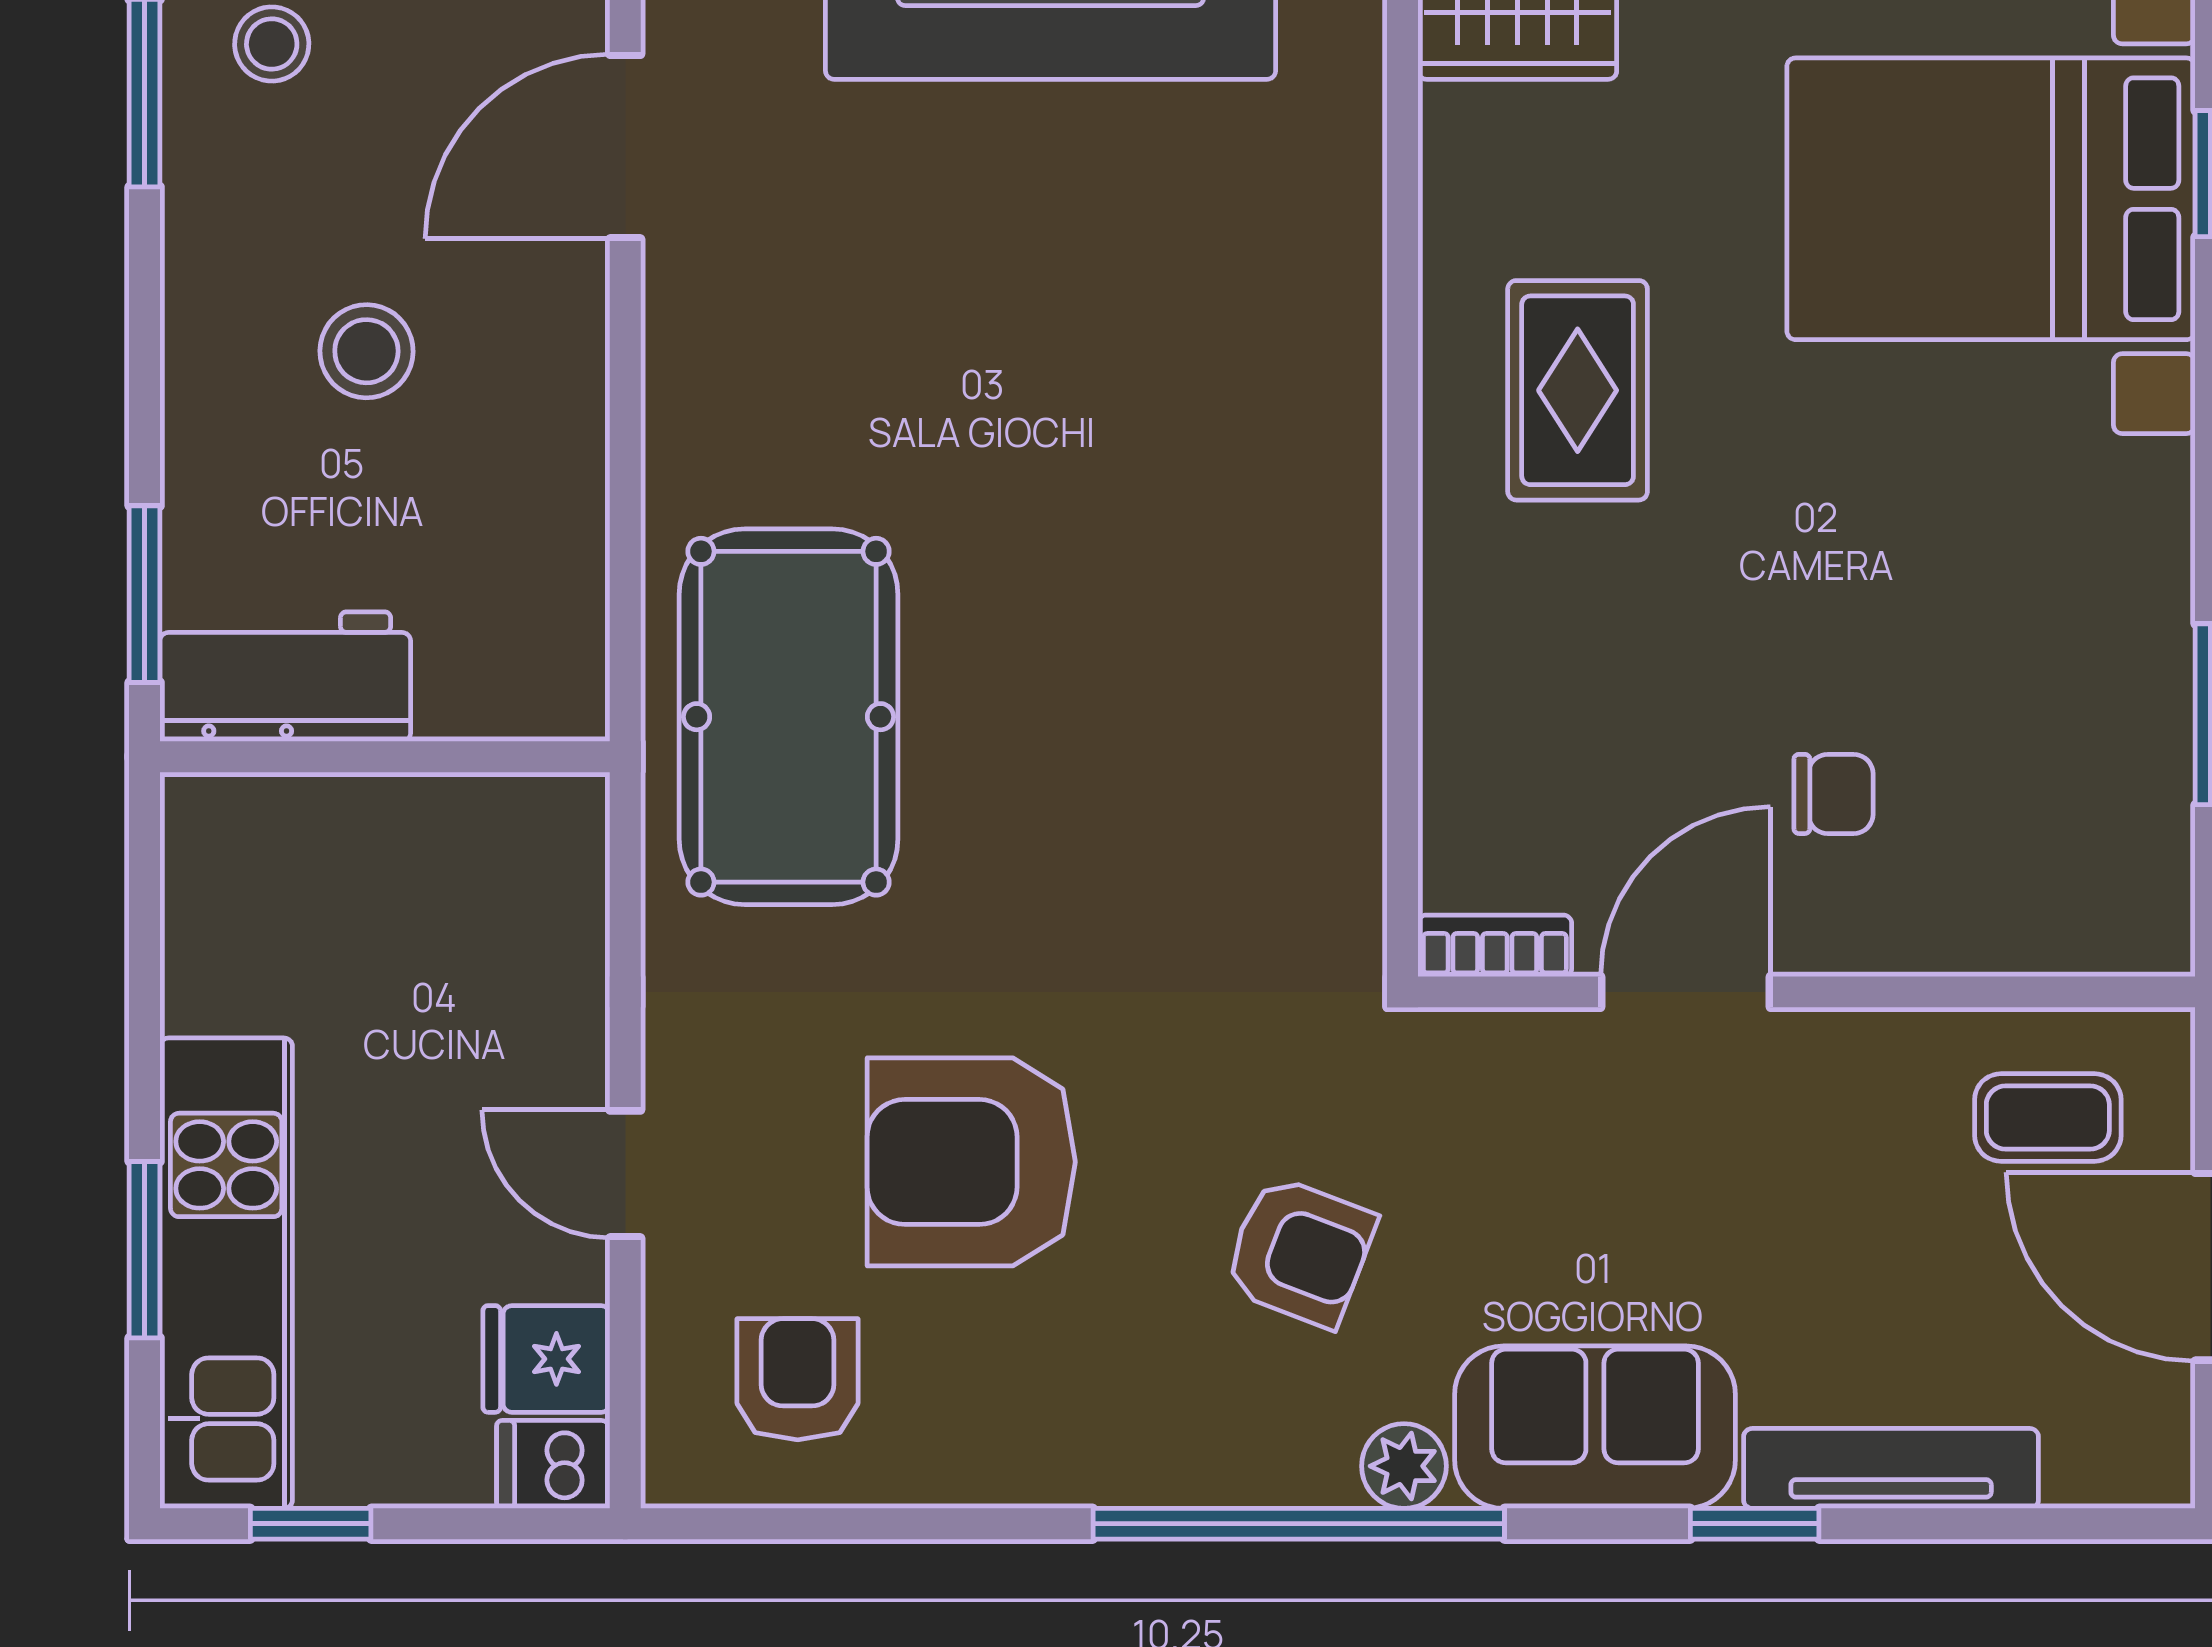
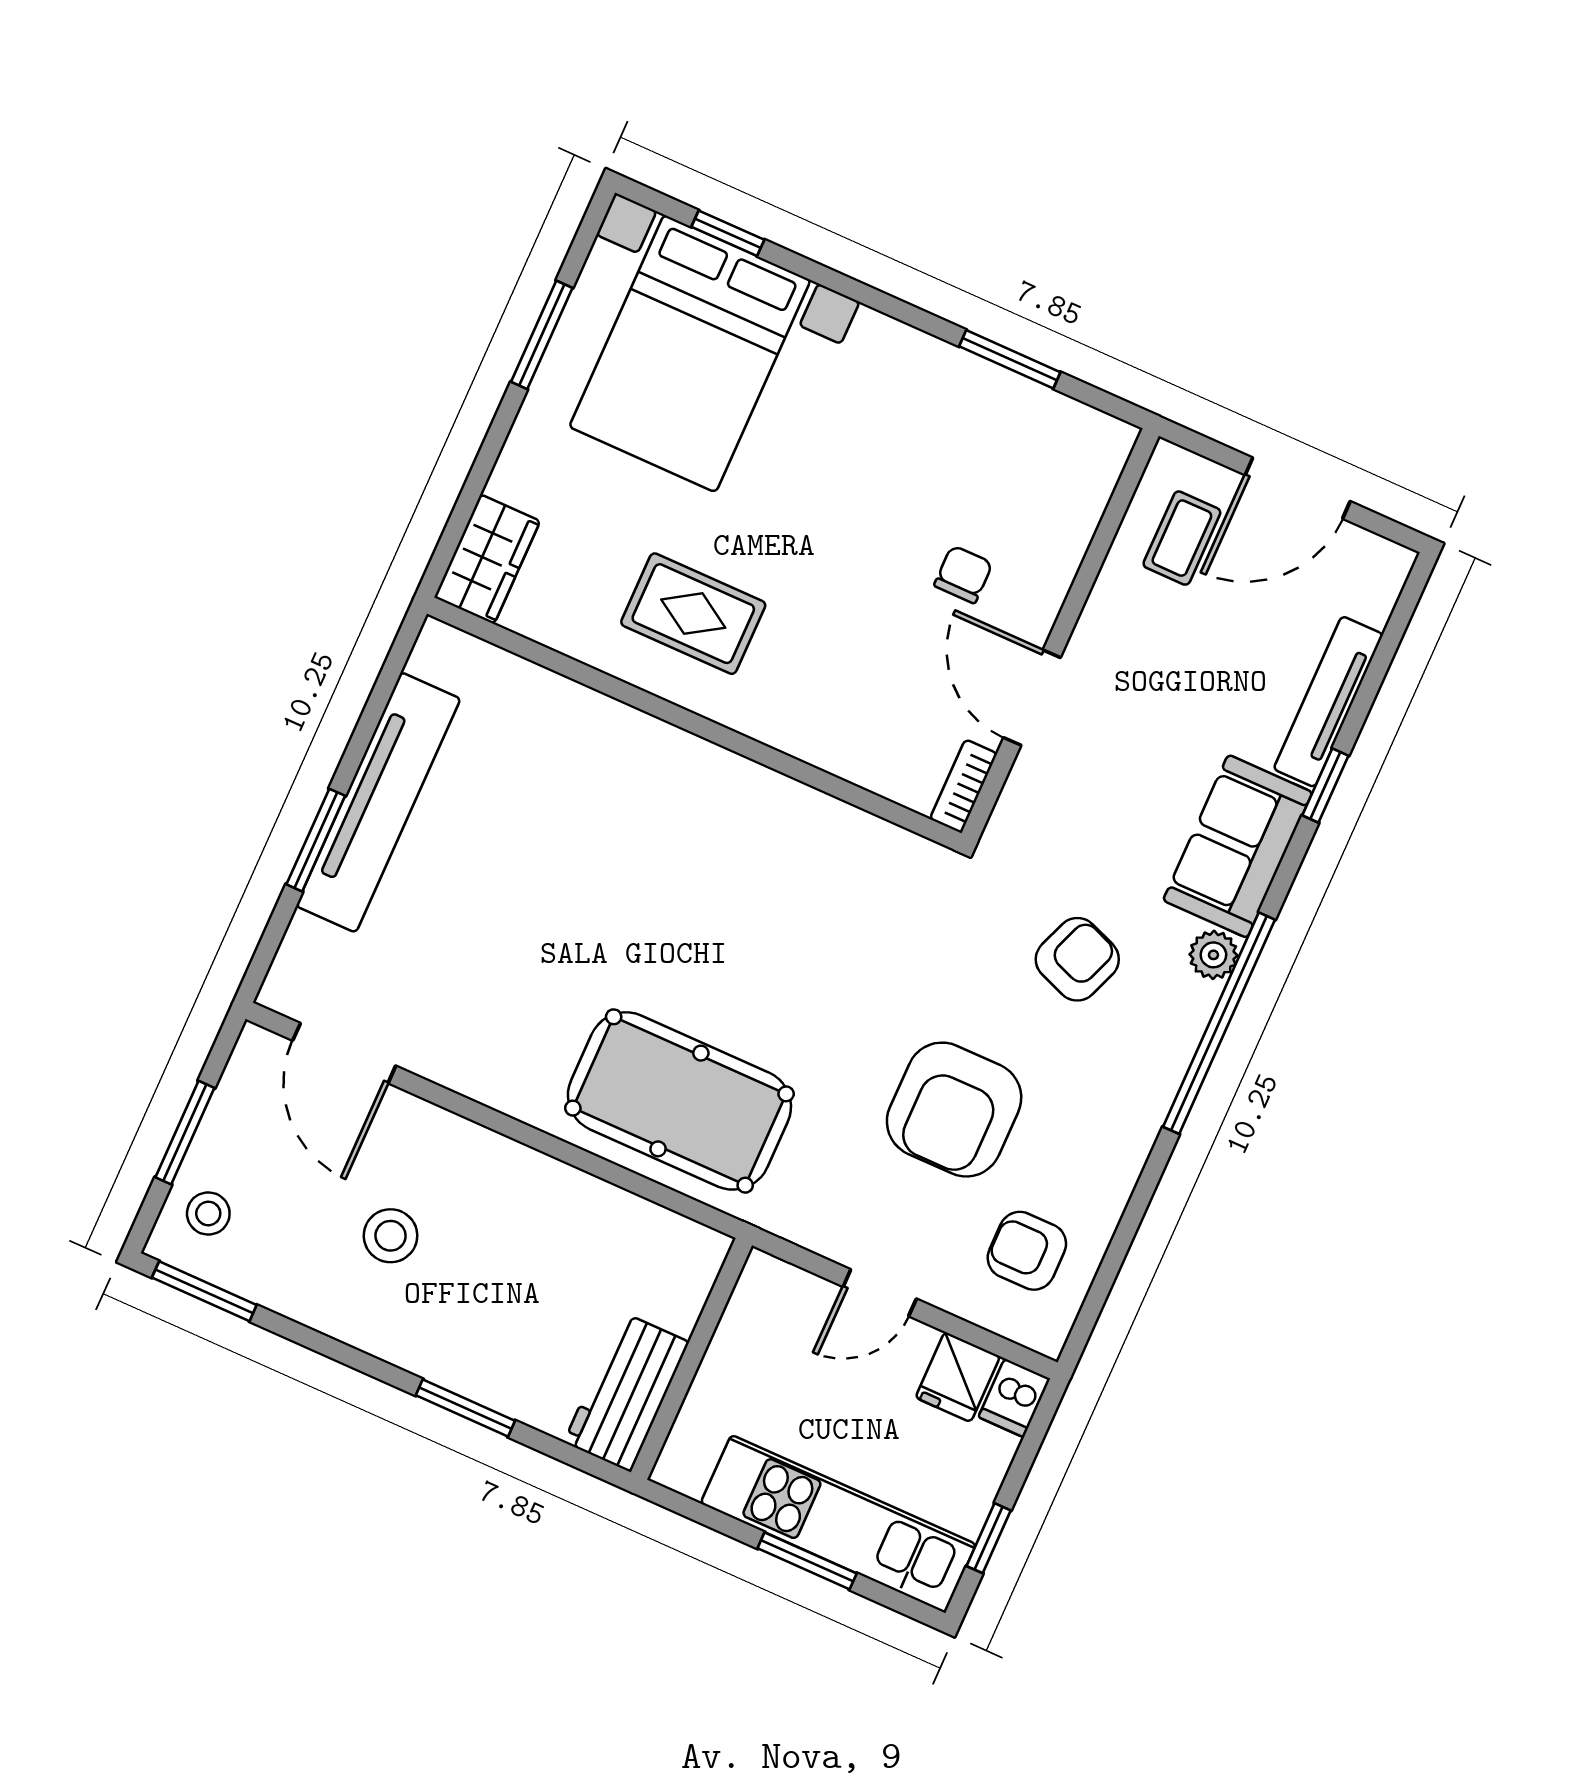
workbench: (285, 677) -> (626, 1392), moved
wall: (385, 757) -> (691, 1359), moved

